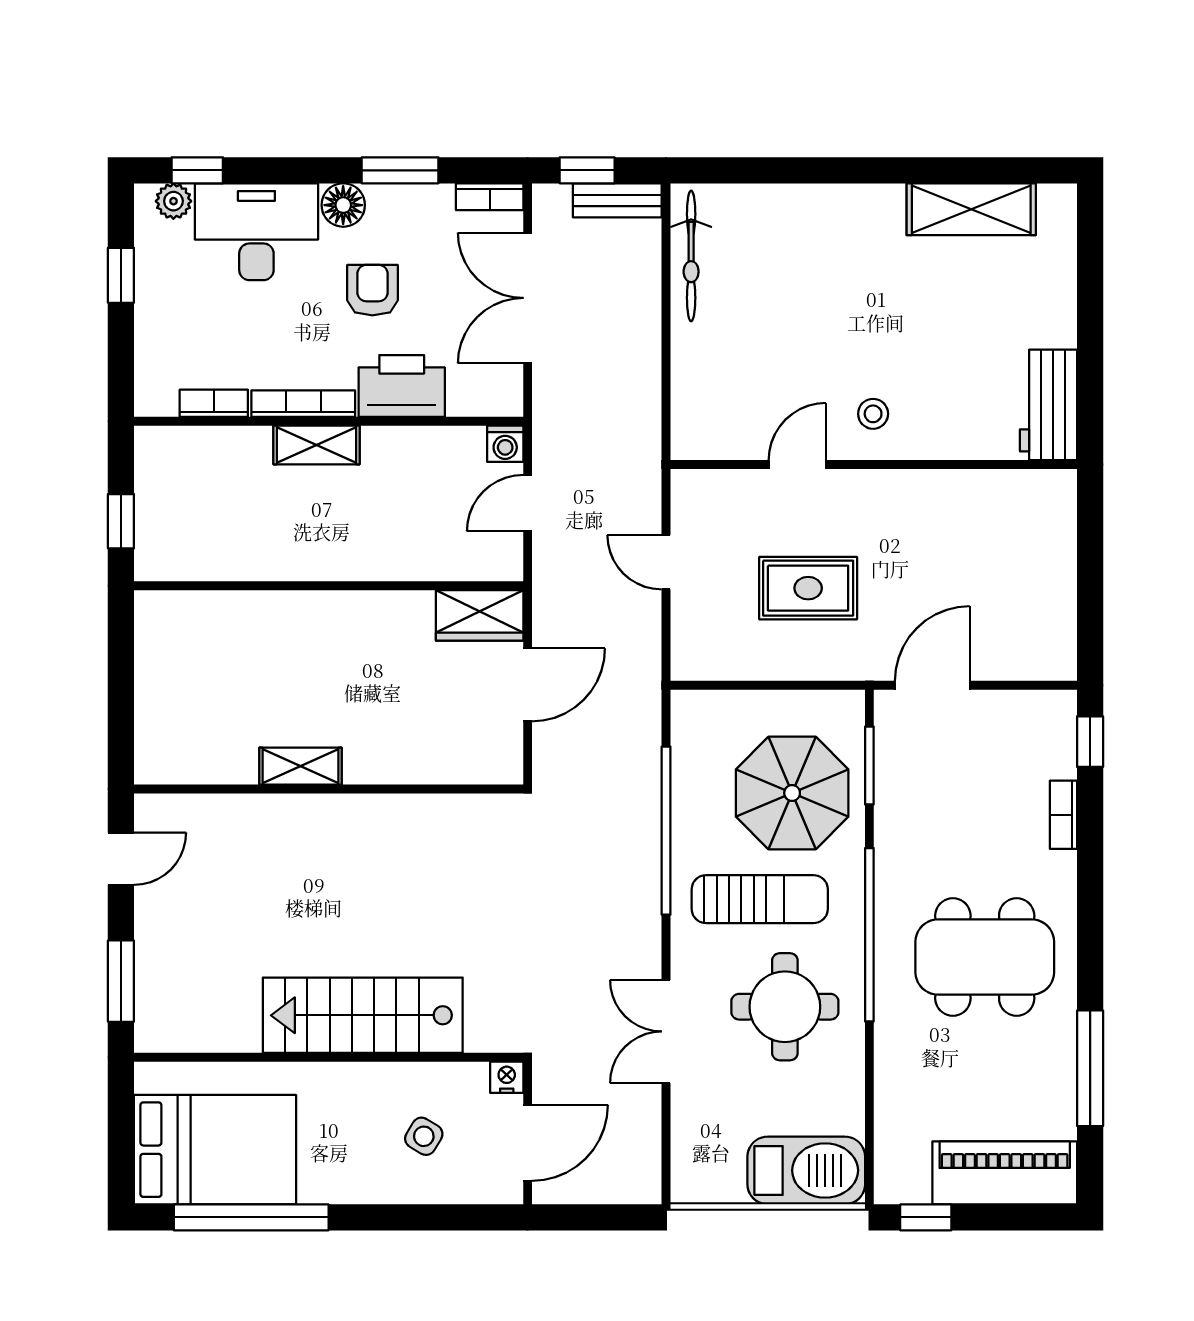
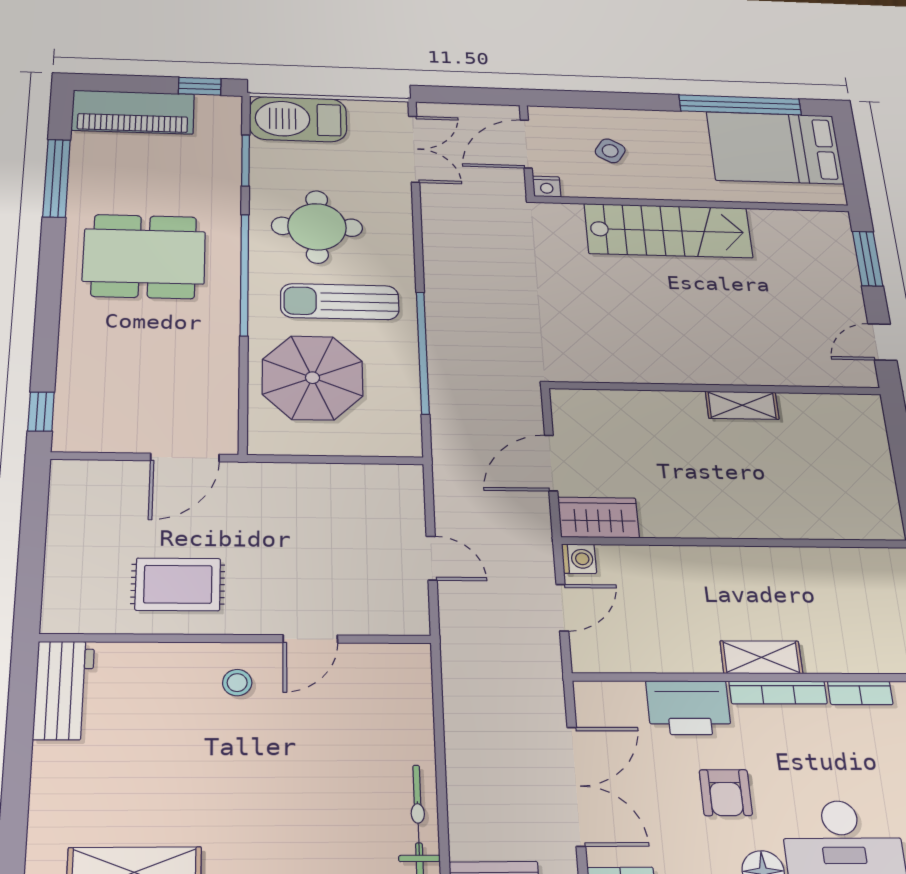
washing machine: (505, 444) -> (579, 559), moved, turned 90
rug: (808, 588) -> (178, 584), moved
window: (869, 766) -> (245, 160), moved
bookcase: (1063, 815) -> (69, 357), removed
double door: (666, 1031) -> (414, 149), moved

